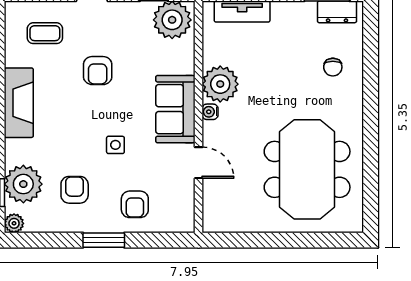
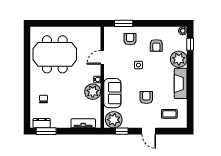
sofa: (175, 109) -> (112, 93), moved
door: (199, 163) -> (102, 57), hinge flipped
meeting table: (307, 169) -> (55, 54), turned 90
plant: (23, 184) -> (179, 59), moved
window: (104, 240) -> (124, 23), moved

